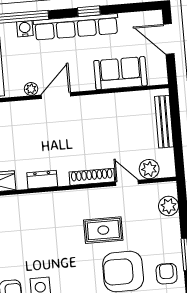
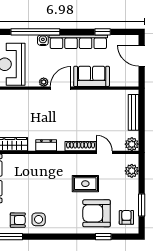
window: (89, 11) -> (103, 32), moved
sofa: (120, 73) -> (92, 76), moved
plant: (149, 169) -> (132, 144), moved

